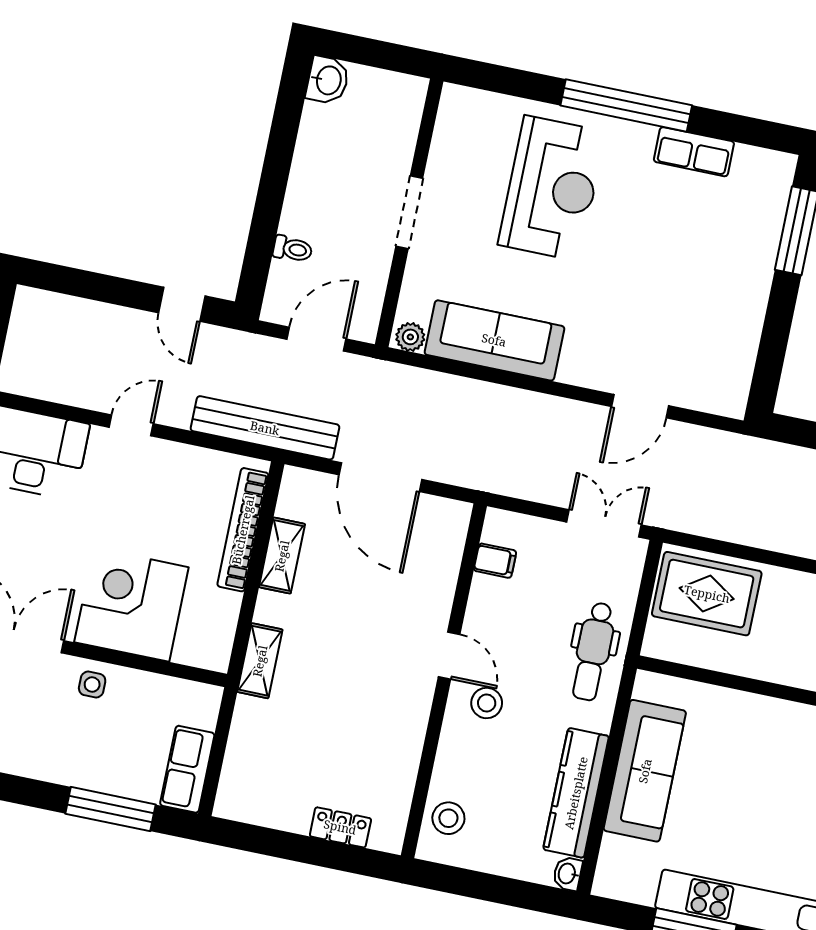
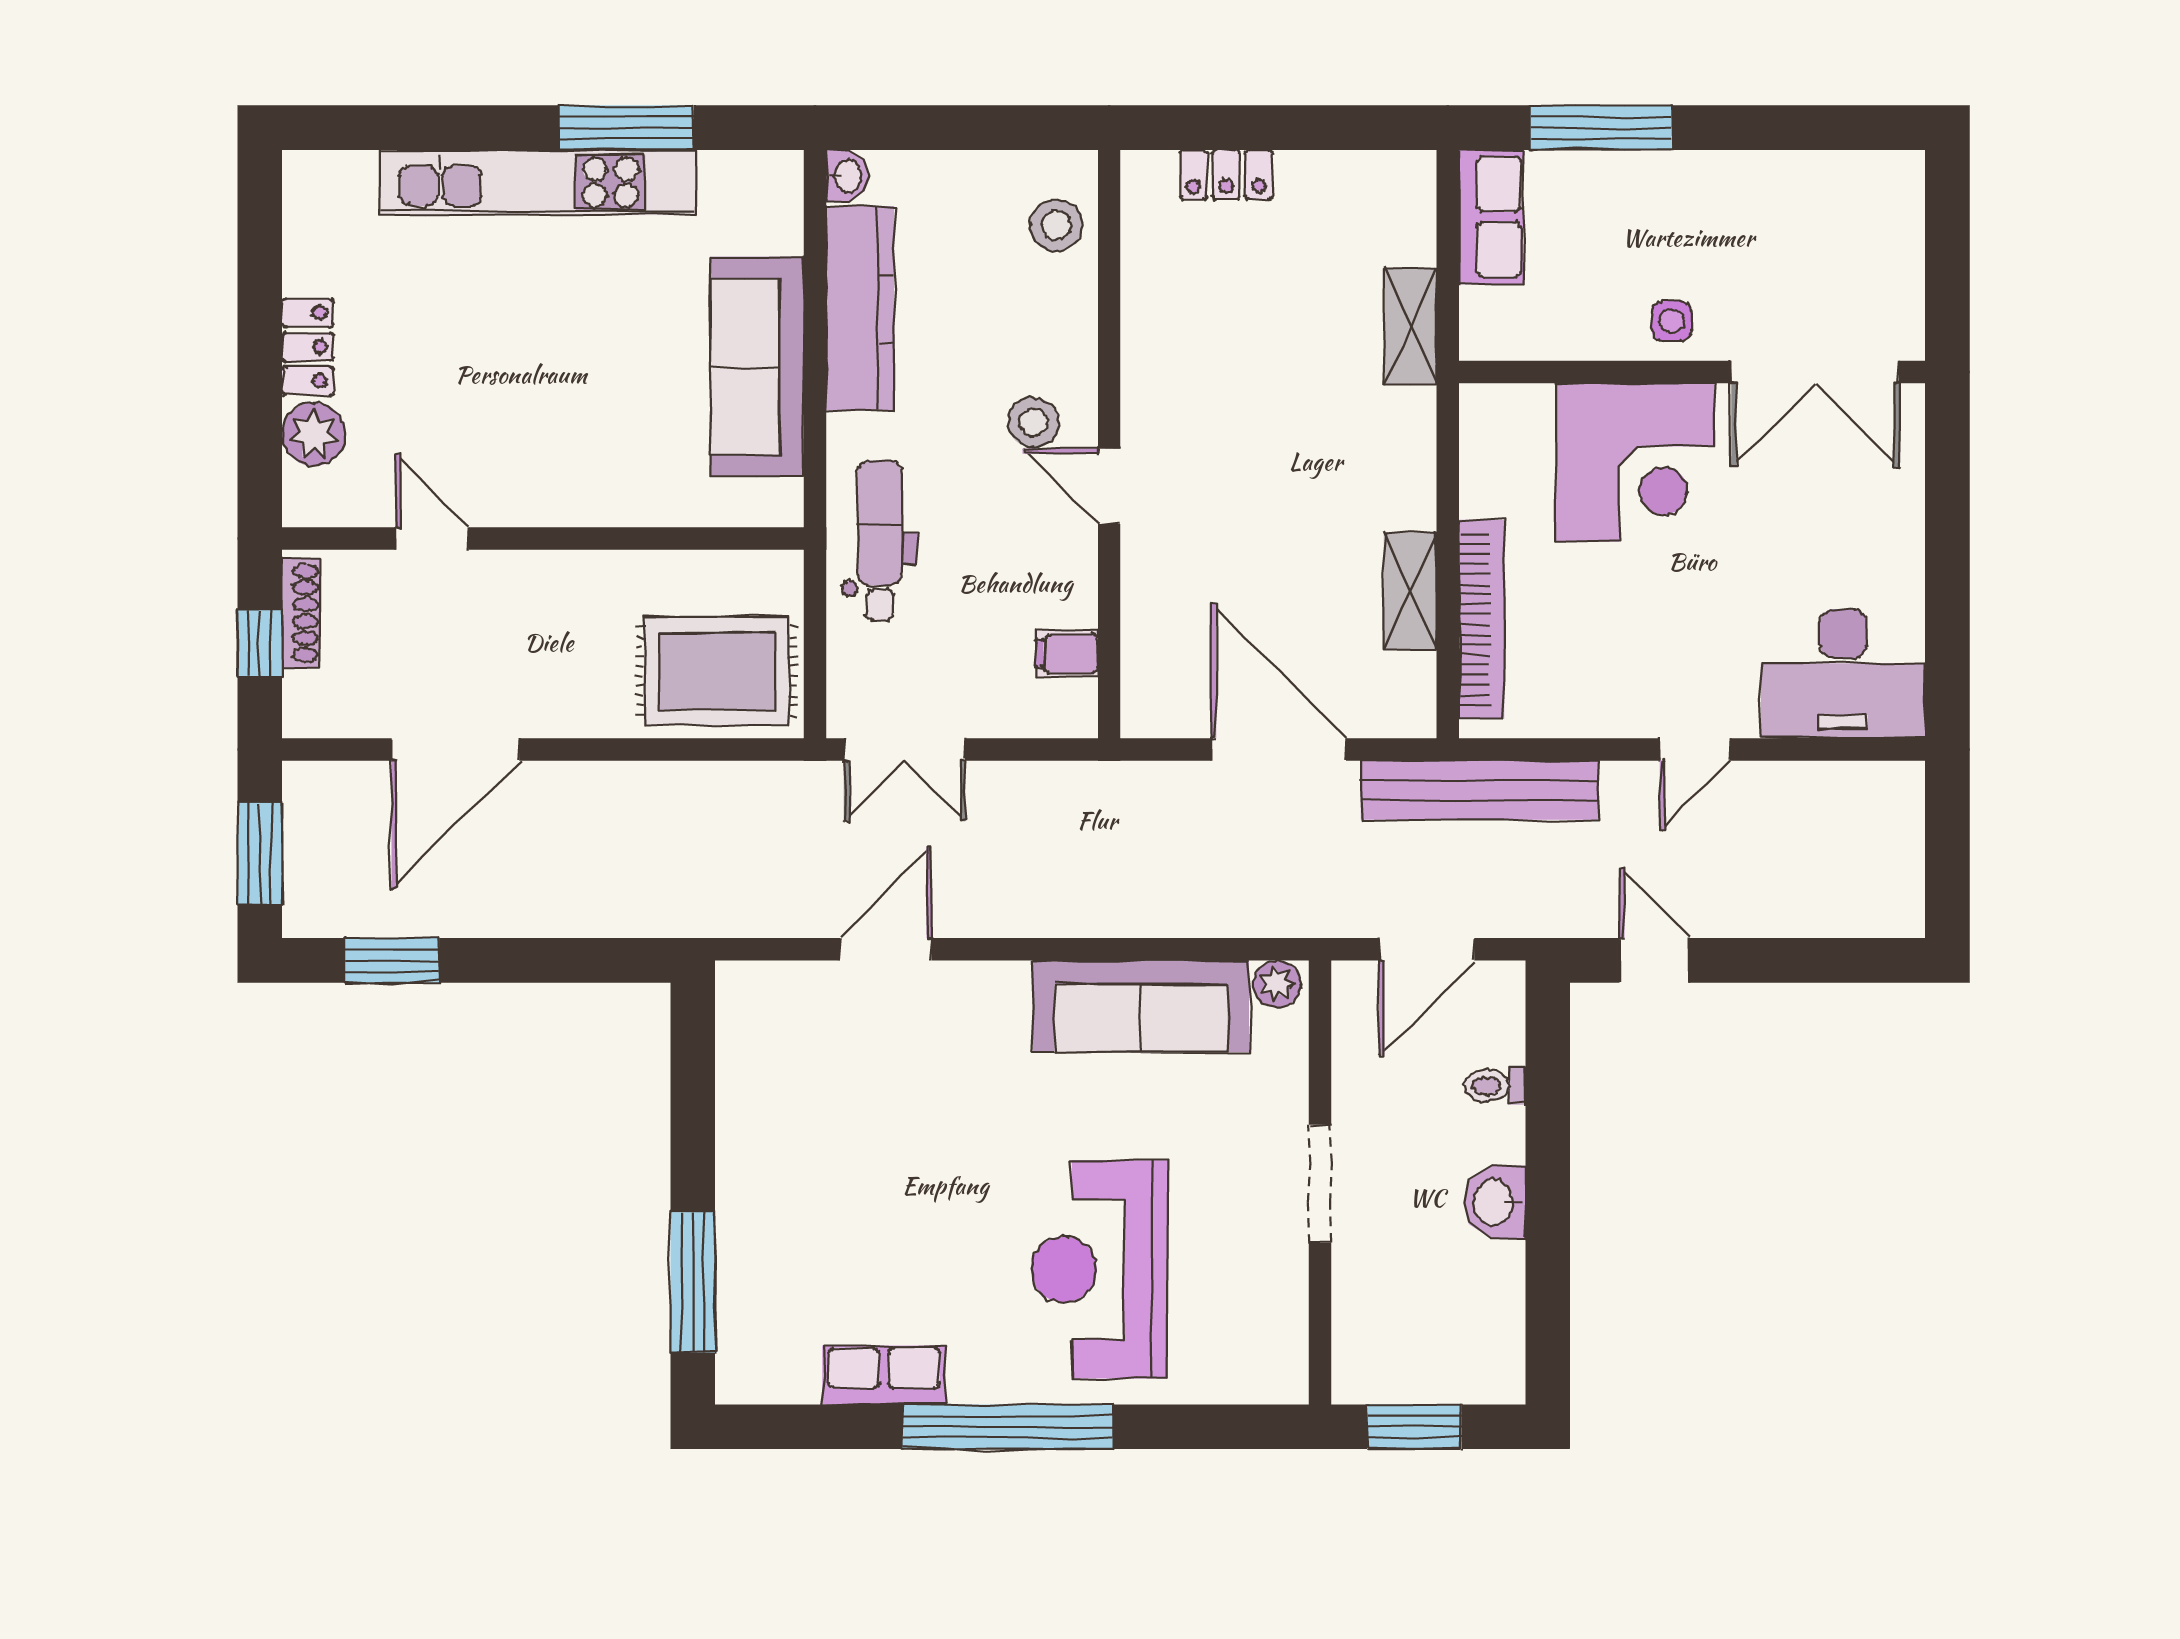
window: (383, 55) -> (1414, 1427), added
washbasin: (328, 80) -> (1495, 1202), moved
shelving: (260, 661) -> (1411, 326), moved

